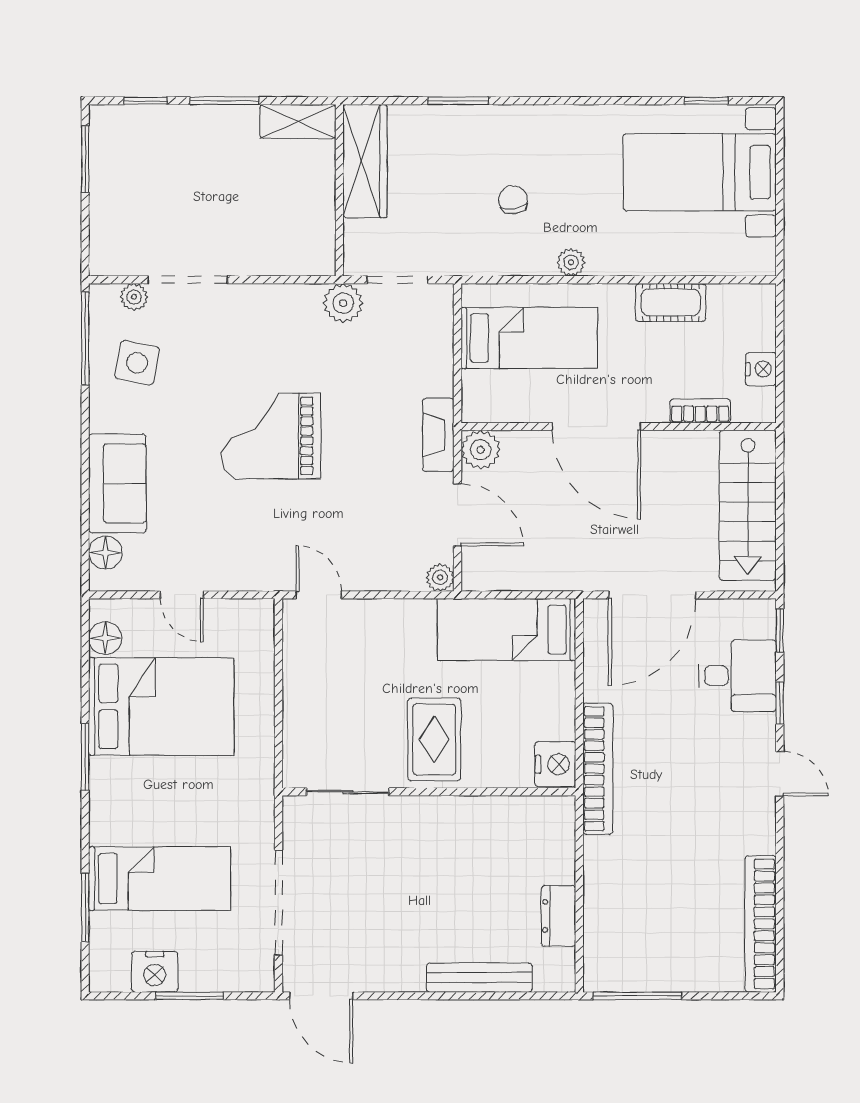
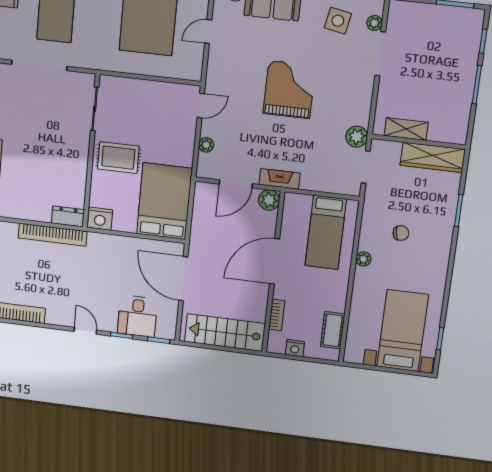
shelving: (298, 121) -> (406, 129), moved, turned 90
cot: (671, 302) -> (333, 330), moved
plant: (440, 577) -> (206, 145), moved
bed: (507, 630) -> (164, 201), width x1.50
bookcase: (598, 769) -> (53, 235), moved
door: (780, 774) -> (85, 331), swing flipped
dresser: (559, 916) -> (68, 216), moved

